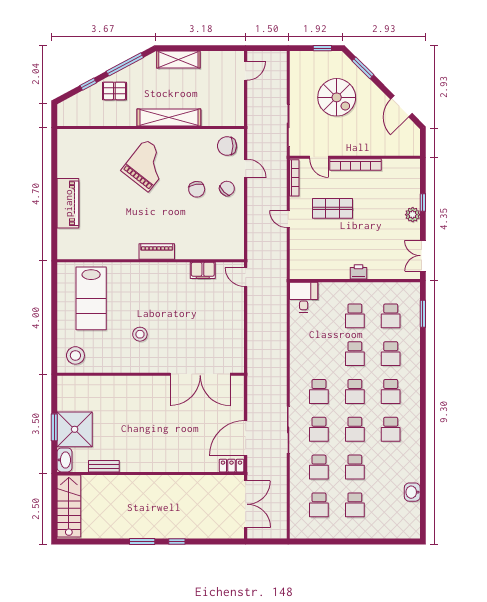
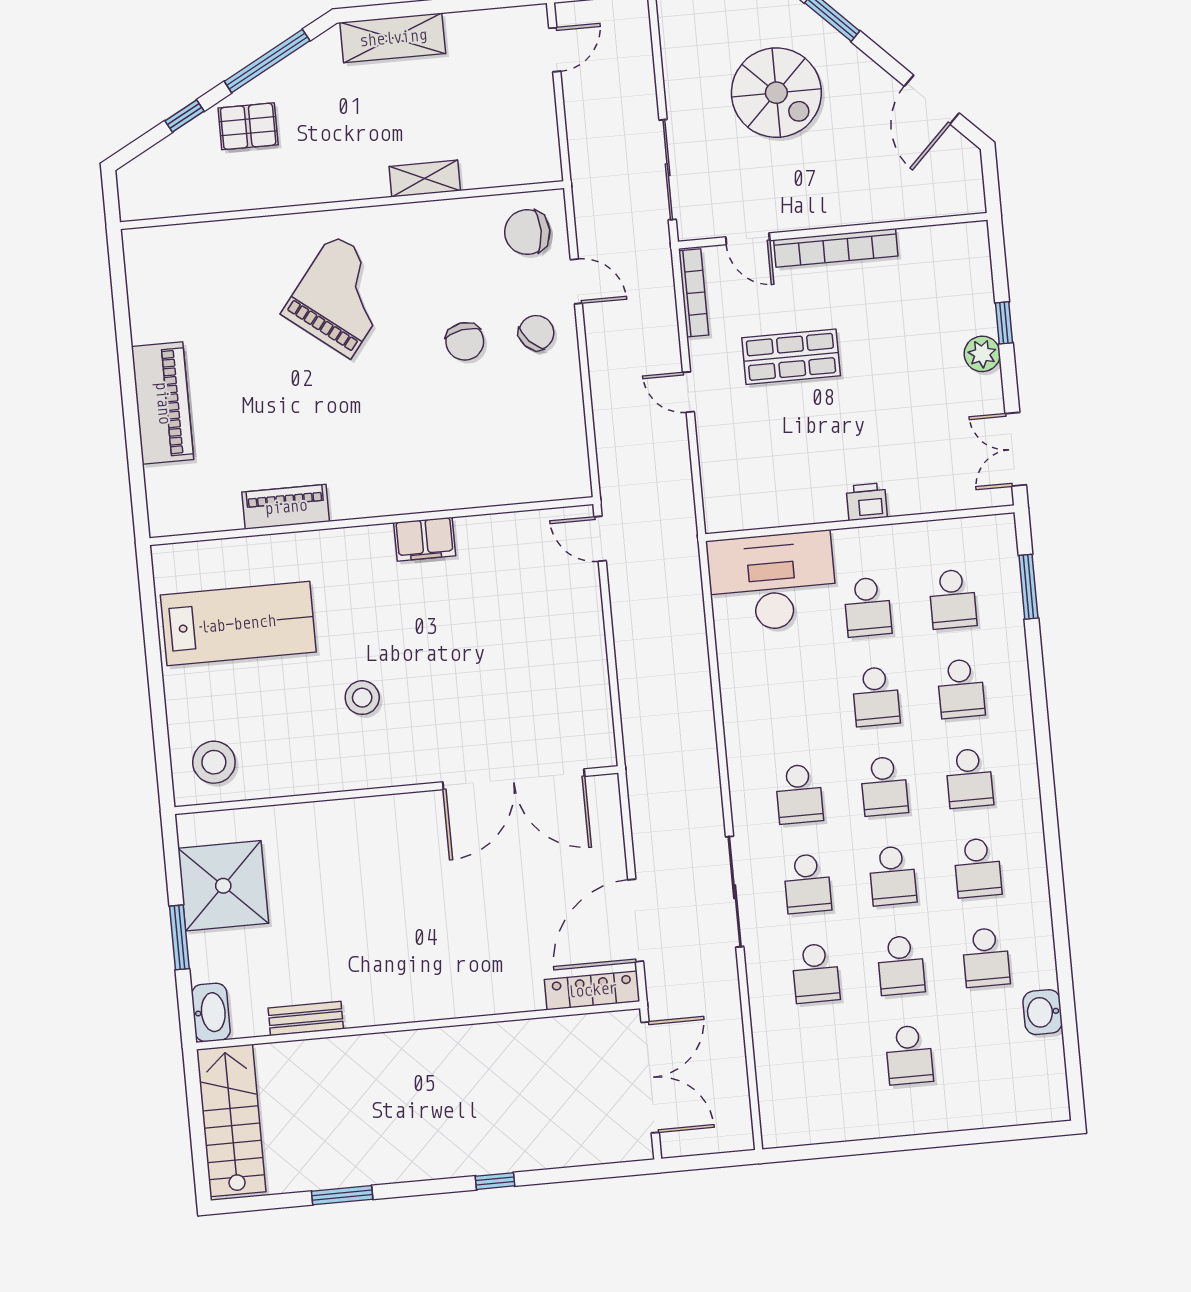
shelving: (169, 117) -> (425, 179), width x0.45, depth x0.75
piano: (157, 251) -> (286, 507), moved
filing cabinet: (203, 270) -> (425, 539), moved
desk: (304, 297) -> (772, 582), width x1.87, depth x1.30
lab bench: (91, 298) -> (238, 624), turned -90
shower: (75, 429) -> (223, 886), moved
locker: (231, 466) -> (592, 990), width x1.53
school desk: (319, 505) -> (986, 957), moved
window: (142, 542) -> (342, 1195), moved

